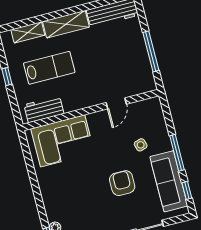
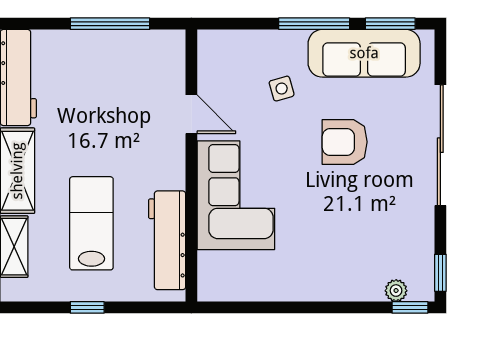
workbench: (44, 109) -> (167, 240), width x1.38
corner sofa: (63, 141) -> (236, 195), moved
window: (187, 190) -> (390, 24), width x1.50

